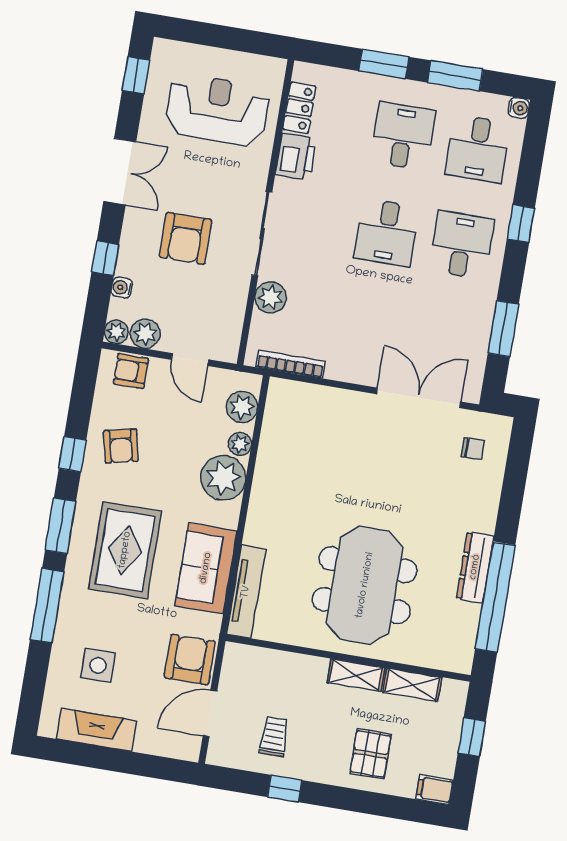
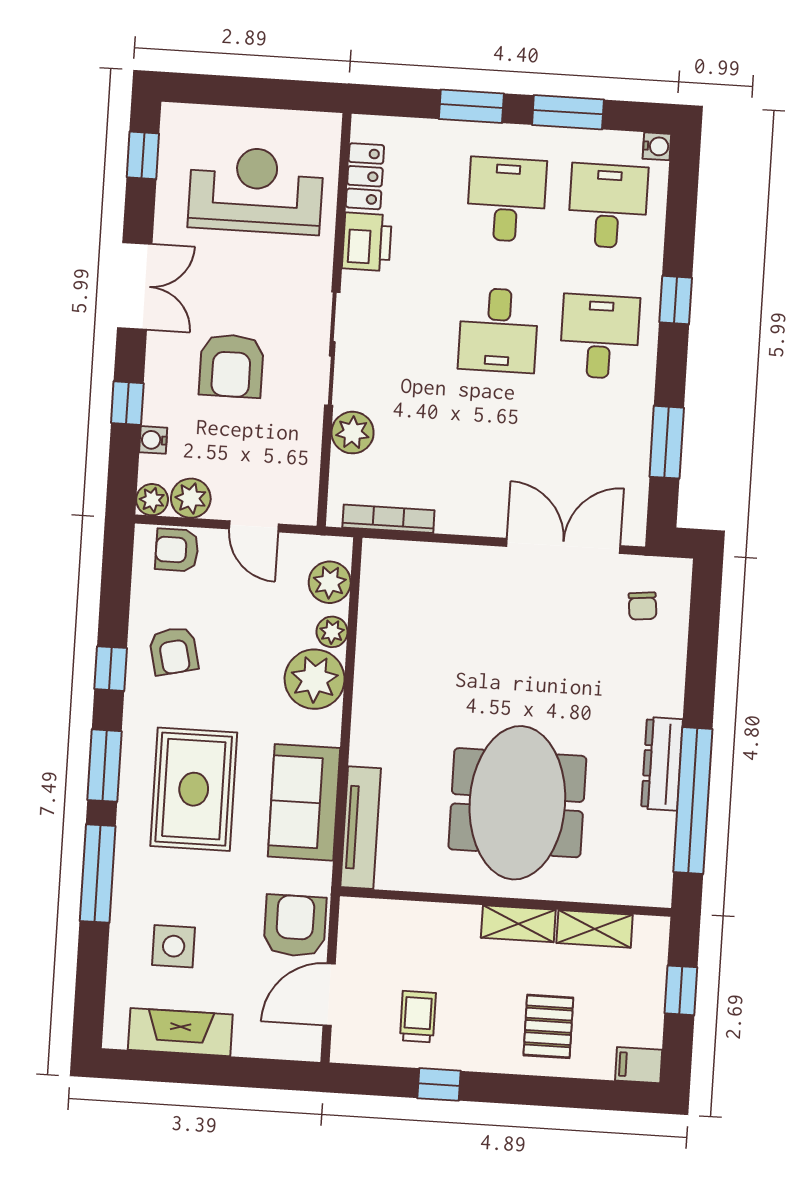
desk: (478, 149) -> (608, 206), turned 180
chair: (473, 449) -> (643, 606), turned 84

